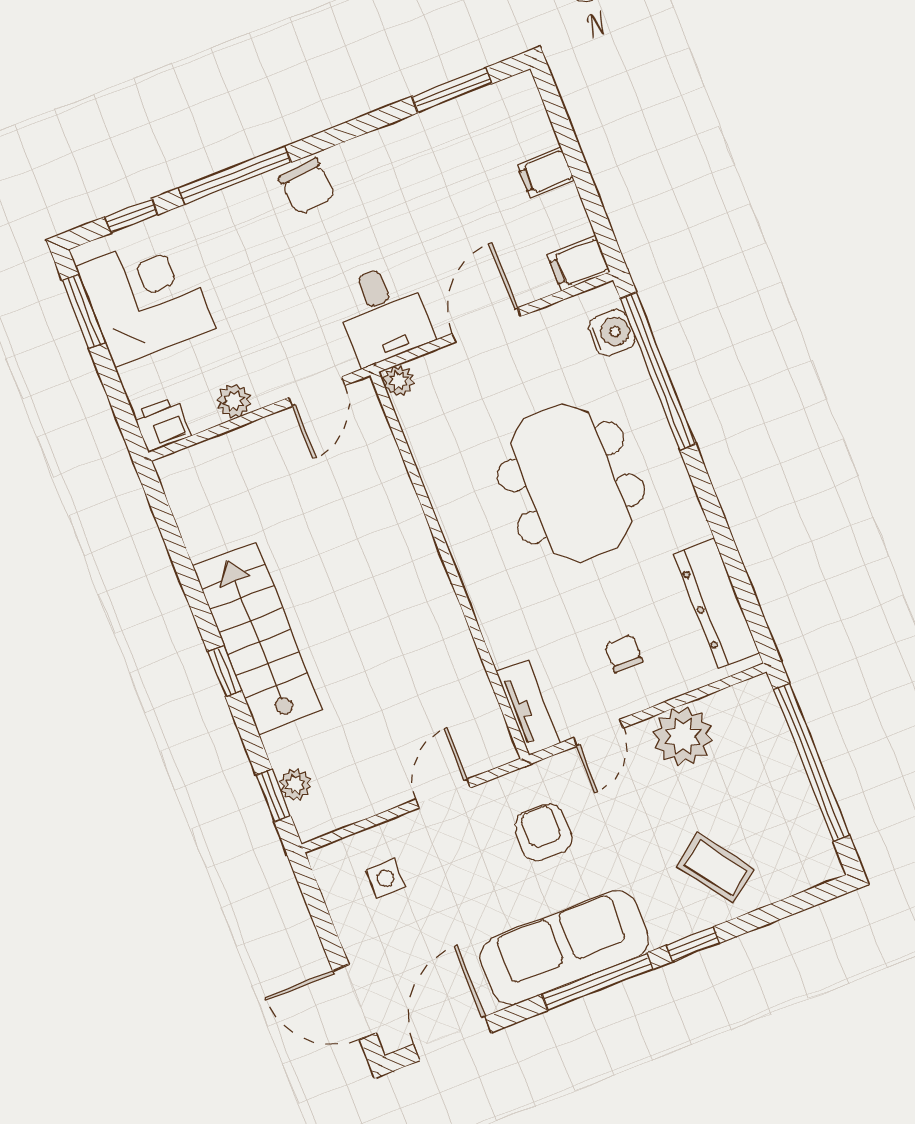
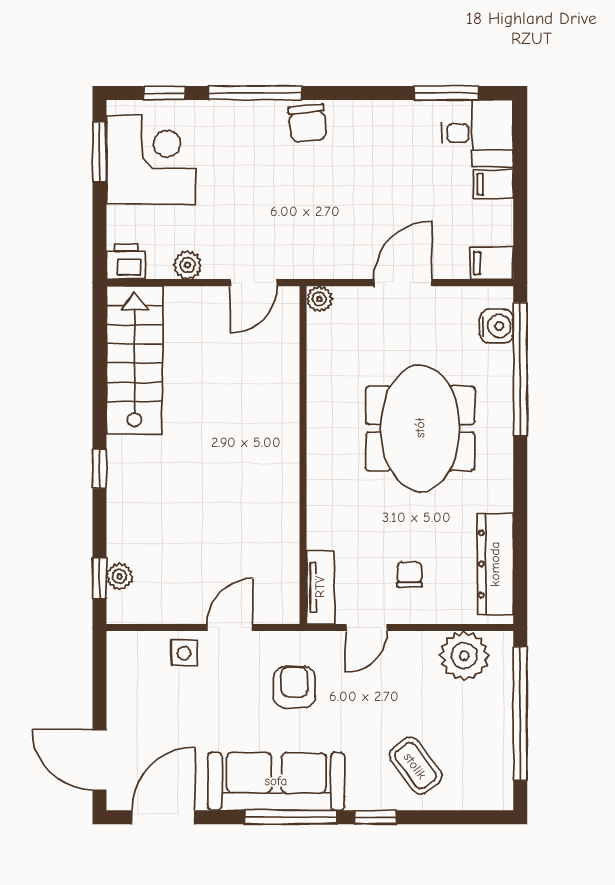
desk: (383, 314) -> (477, 133), moved, turned -90
stairs: (257, 638) -> (134, 360), moved
plant: (683, 737) -> (464, 656), moved
side table: (385, 878) -> (184, 653), moved

